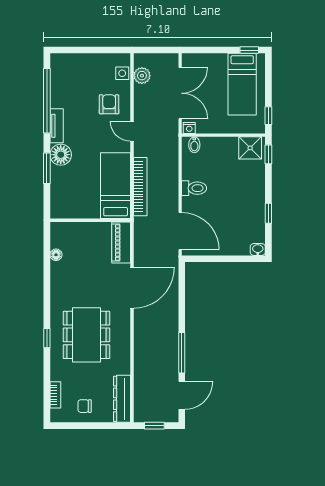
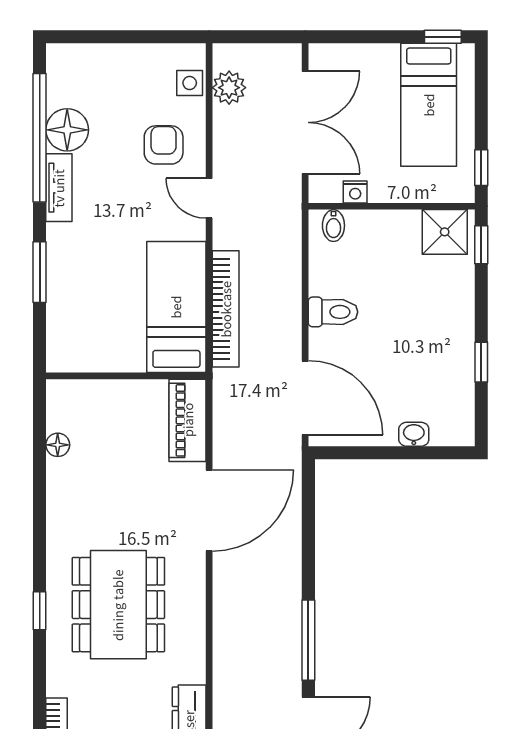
nightstand: (189, 128) -> (355, 192), moved
floor lamp: (61, 155) -> (67, 130), moved
washbasin: (258, 249) -> (414, 434), moved

